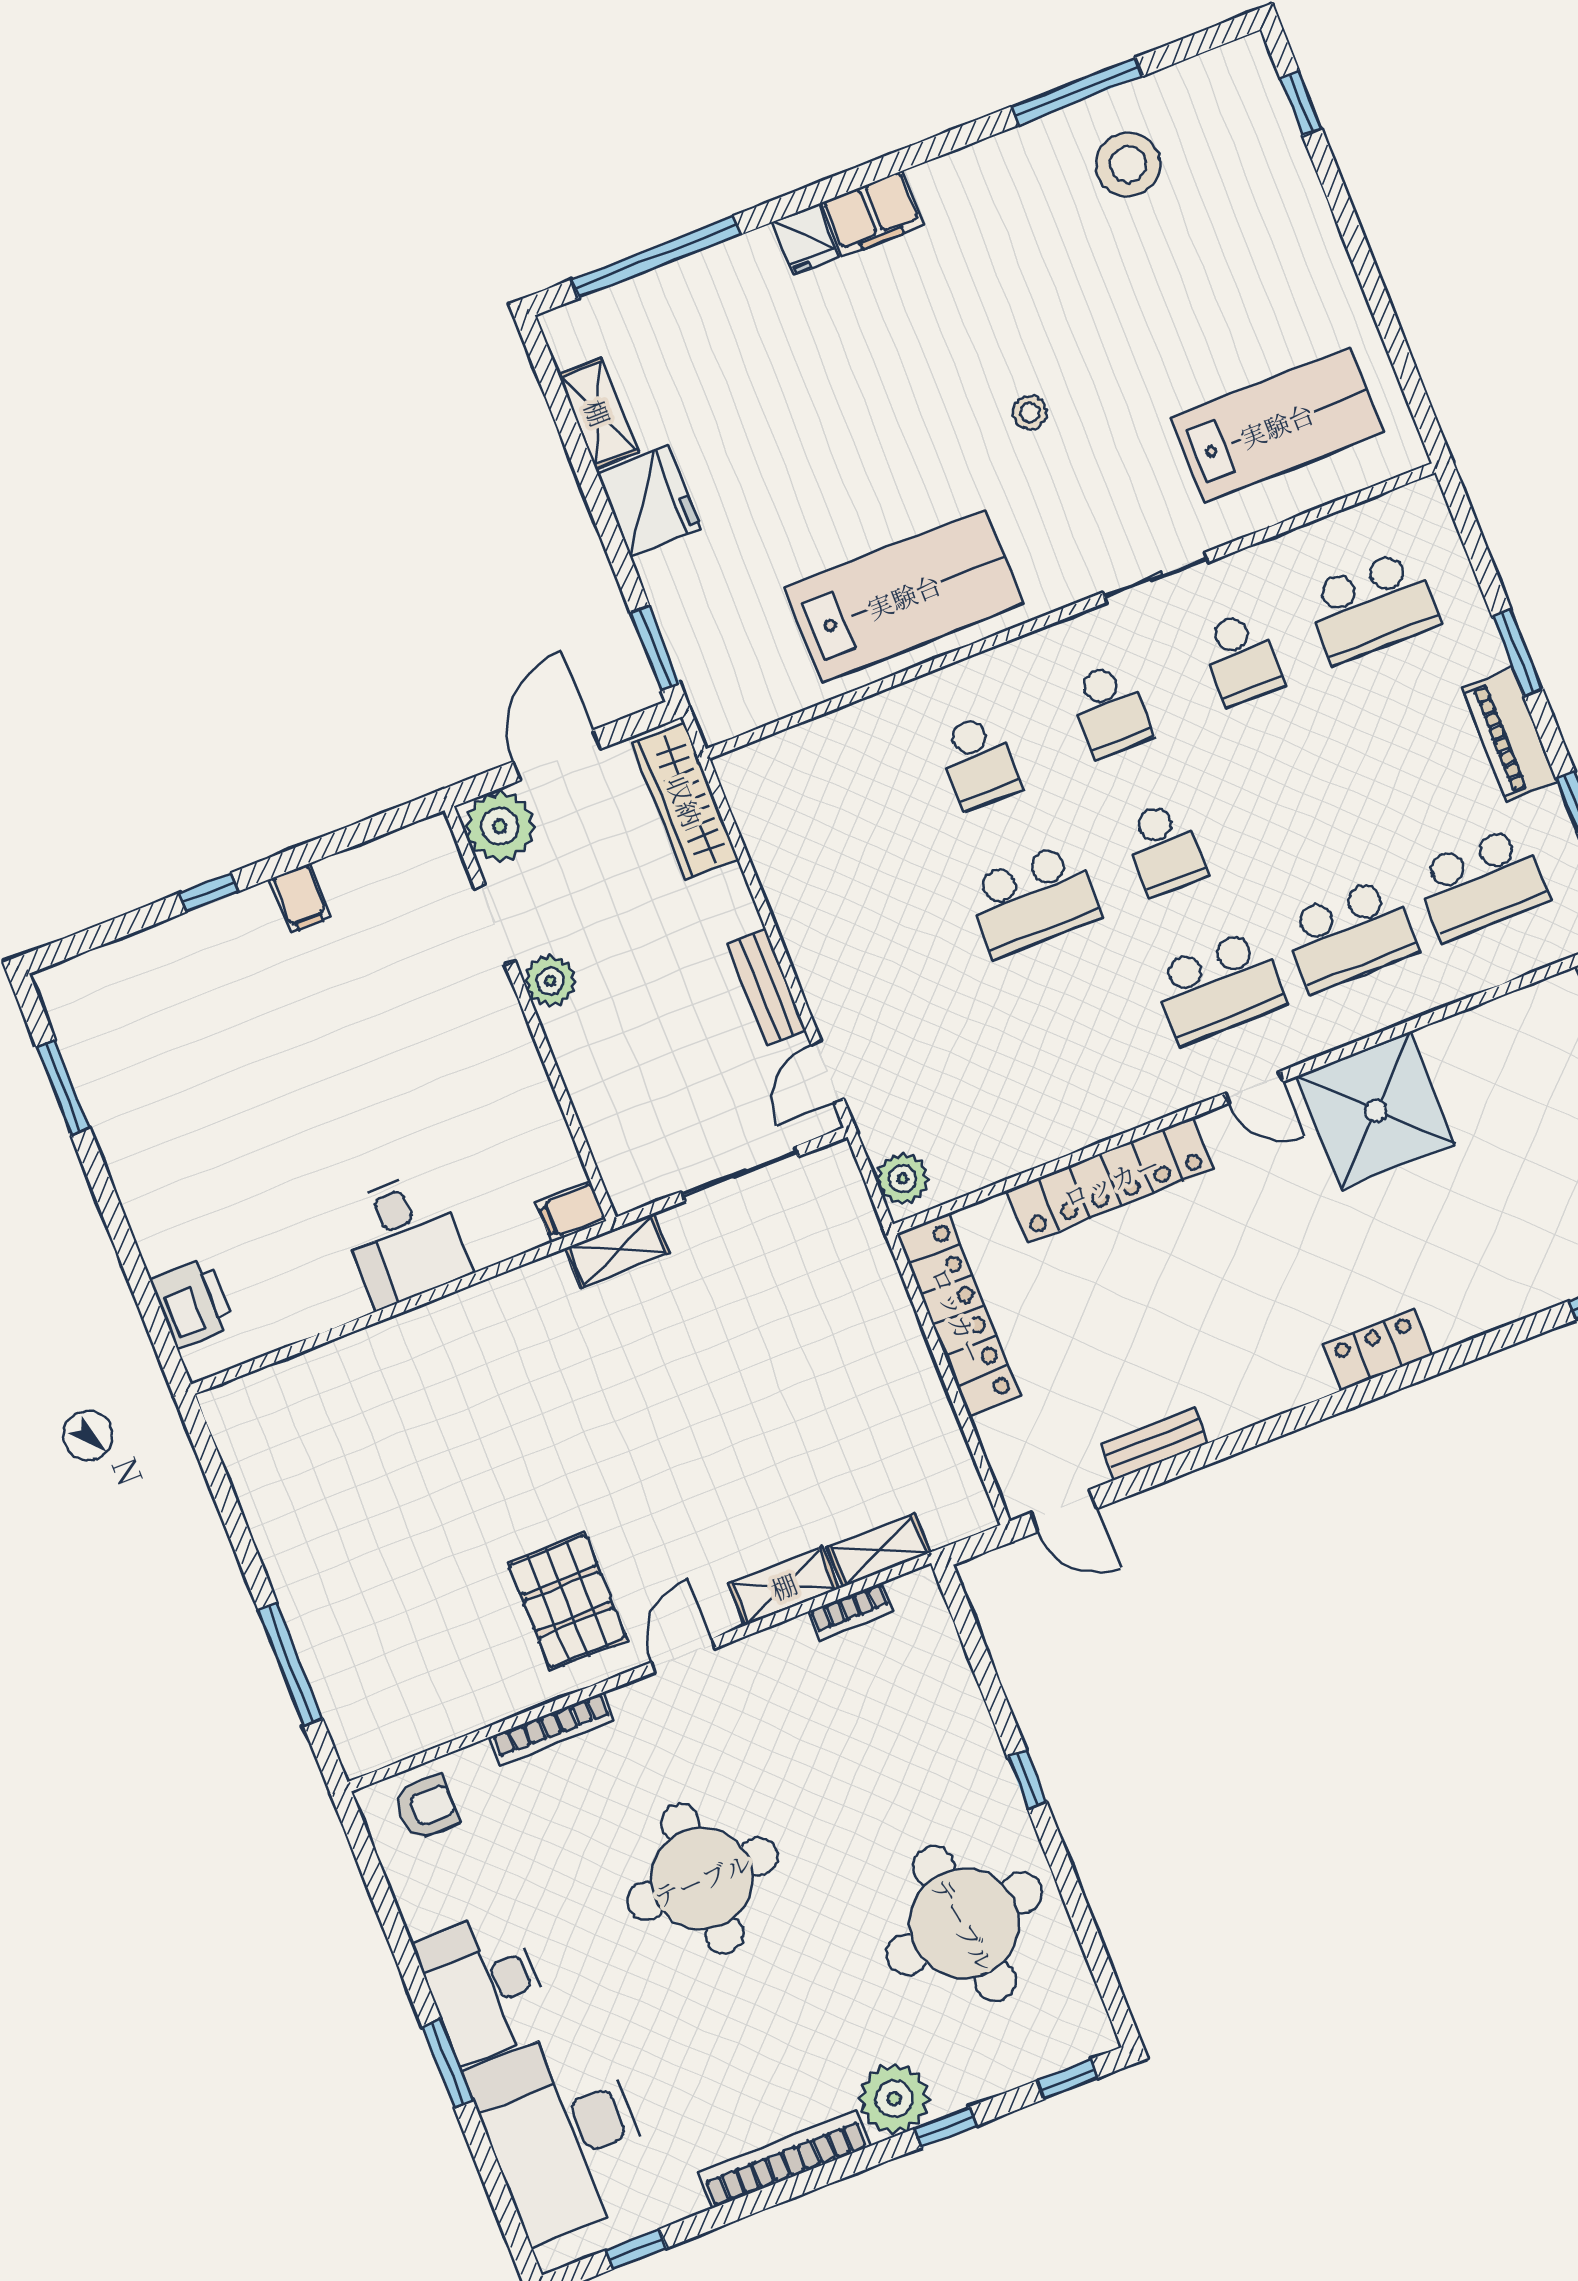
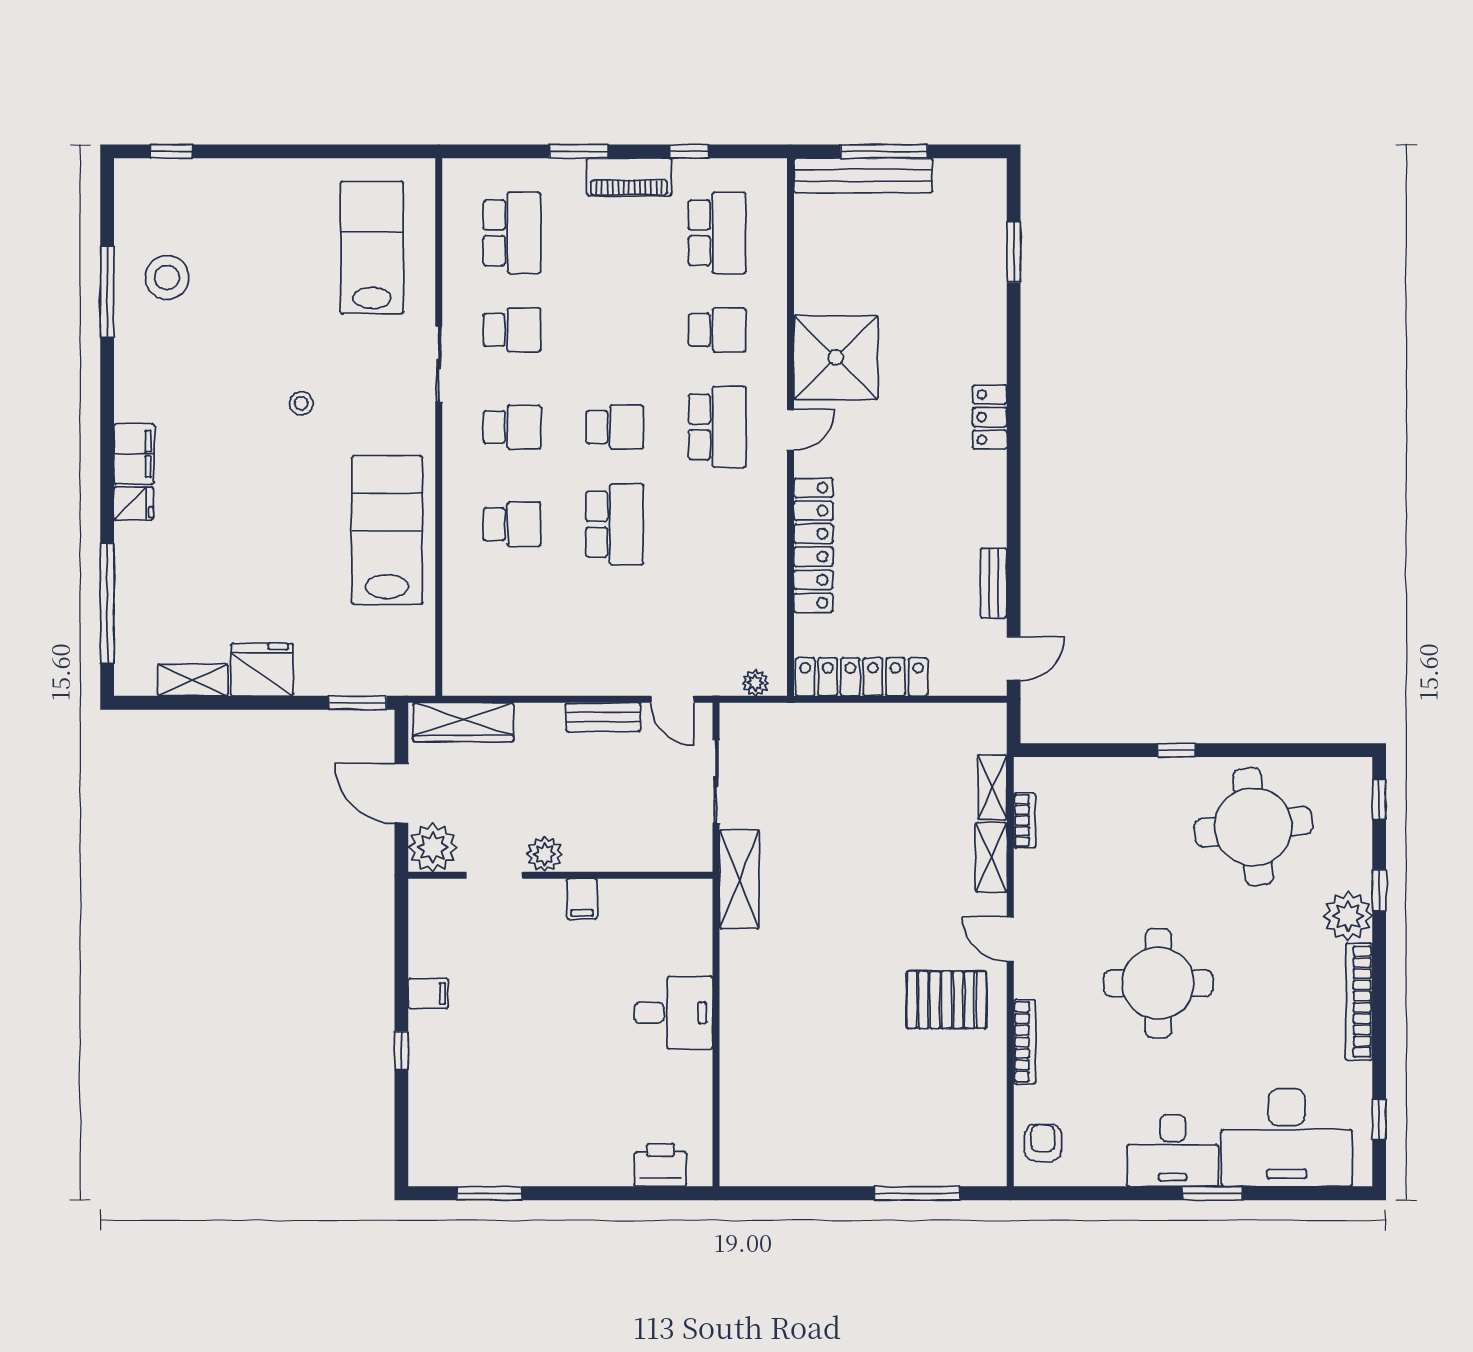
school desk: (1350, 935) -> (717, 330), width x0.54
plant: (903, 1179) -> (755, 683), width x0.73, depth x0.73
filing cabinet: (571, 1211) -> (582, 899), moved
shelving: (617, 1251) -> (739, 879), width x1.50, depth x1.33

